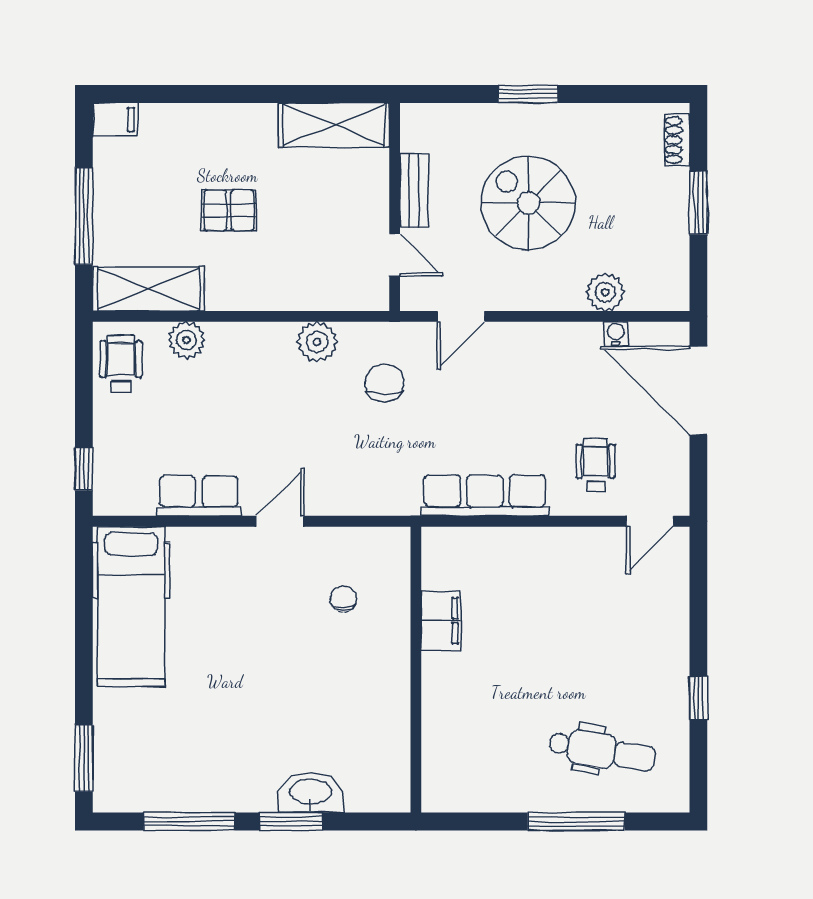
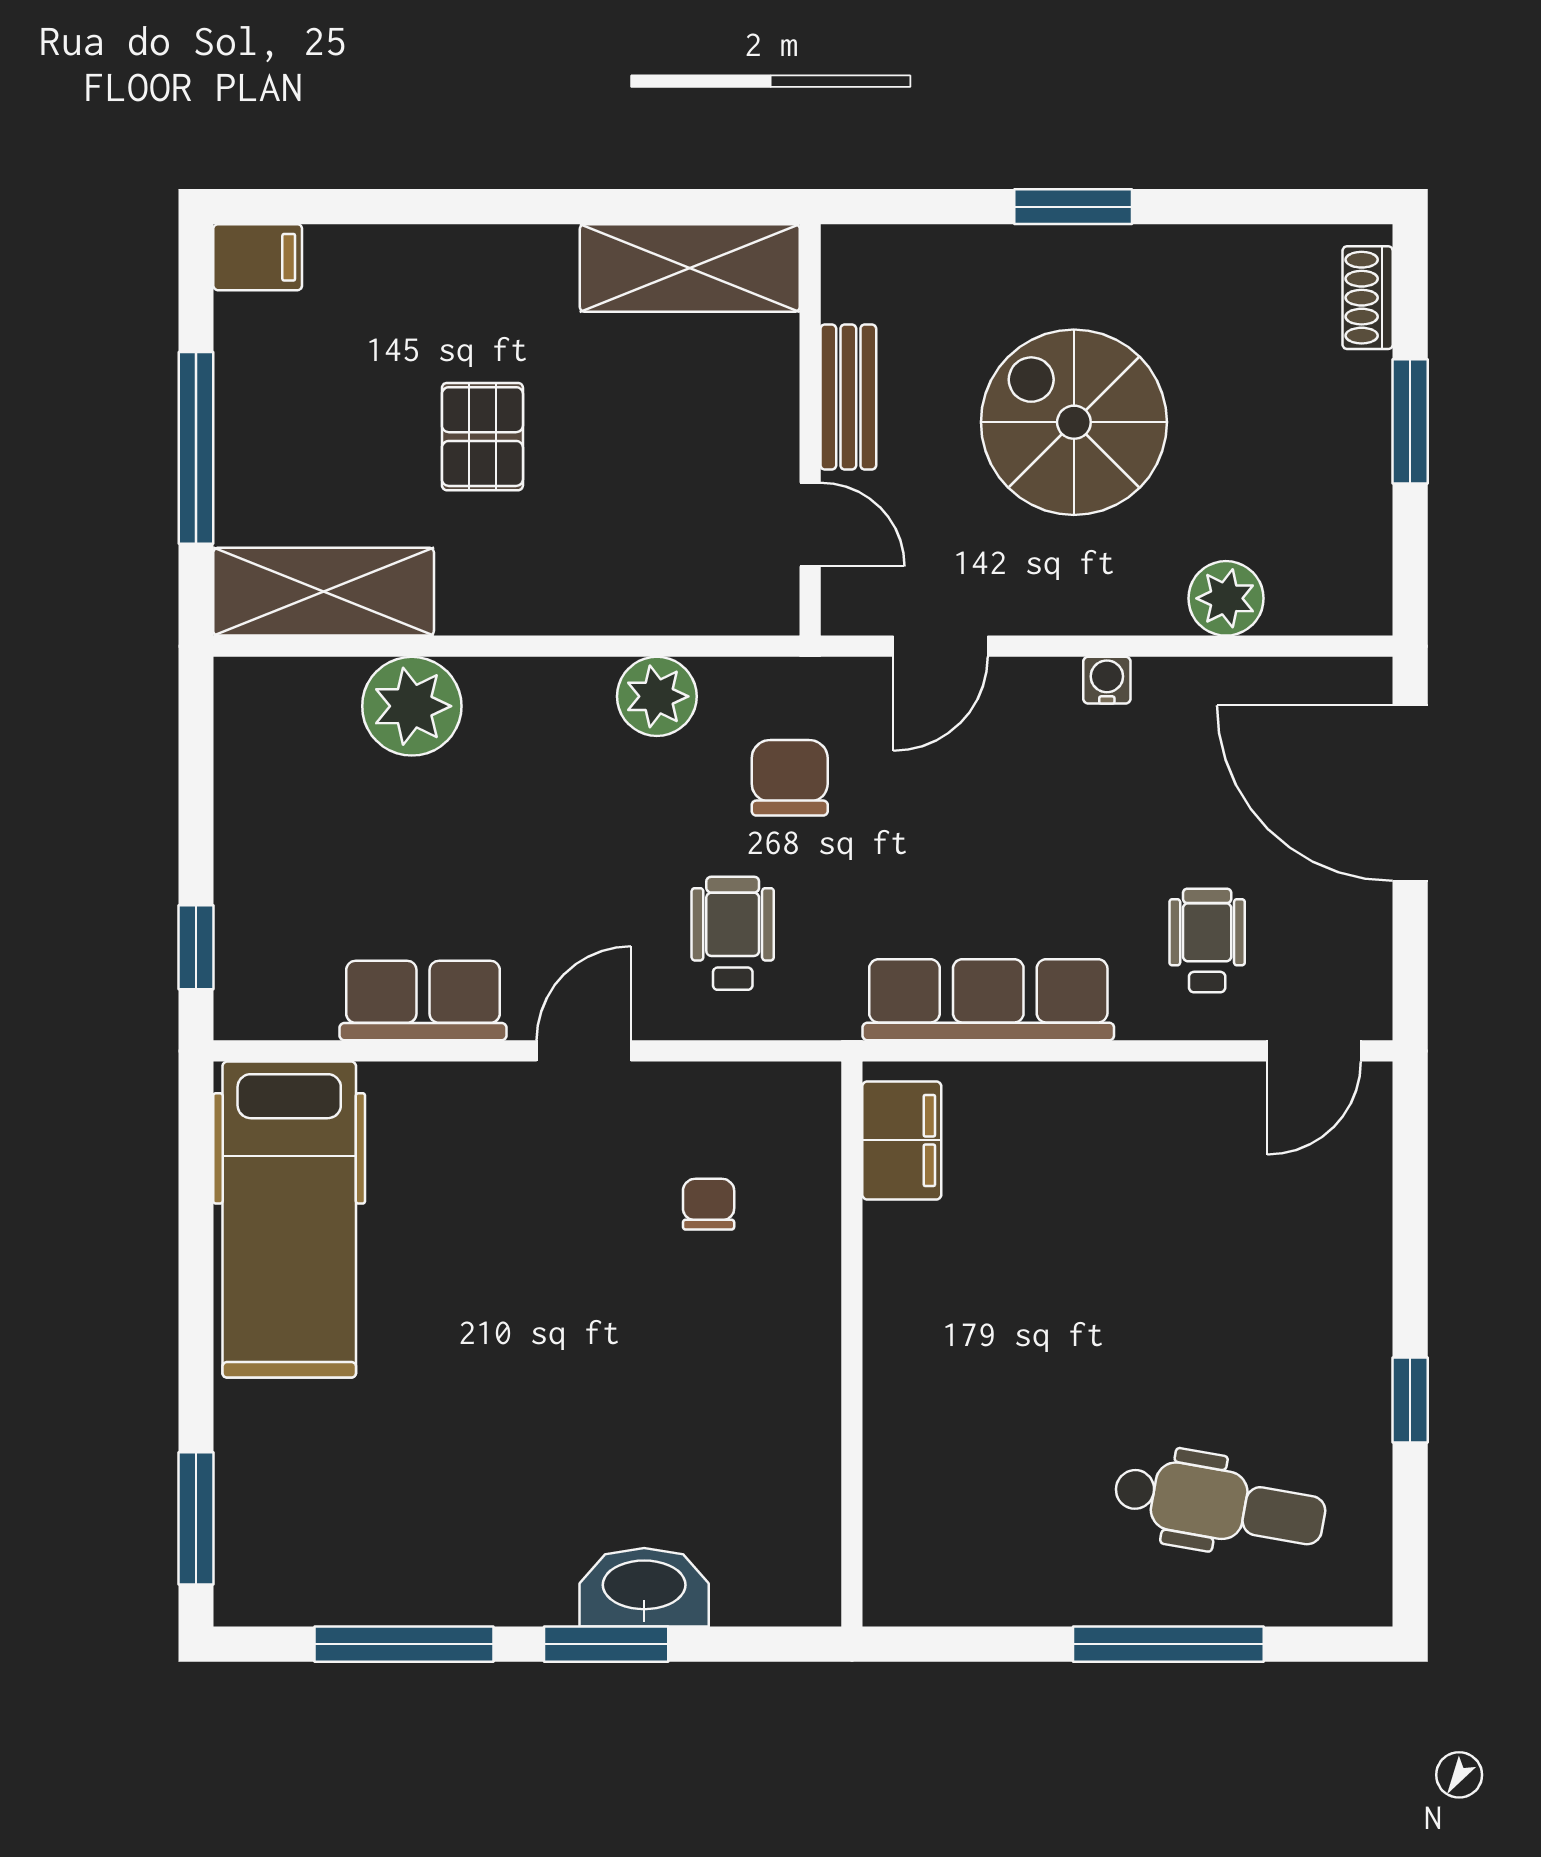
pallet: (229, 210) -> (482, 437), turned 90
water cooler: (616, 334) -> (1107, 680), moved
plant: (186, 340) -> (412, 706), width x1.36, depth x1.36
wheelchair: (121, 364) -> (733, 933), moved
filing cabinet: (441, 621) -> (902, 1140), moved

